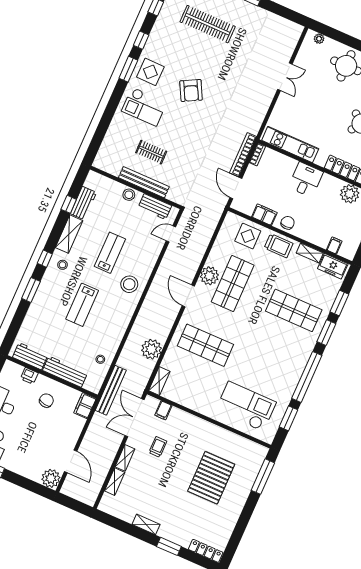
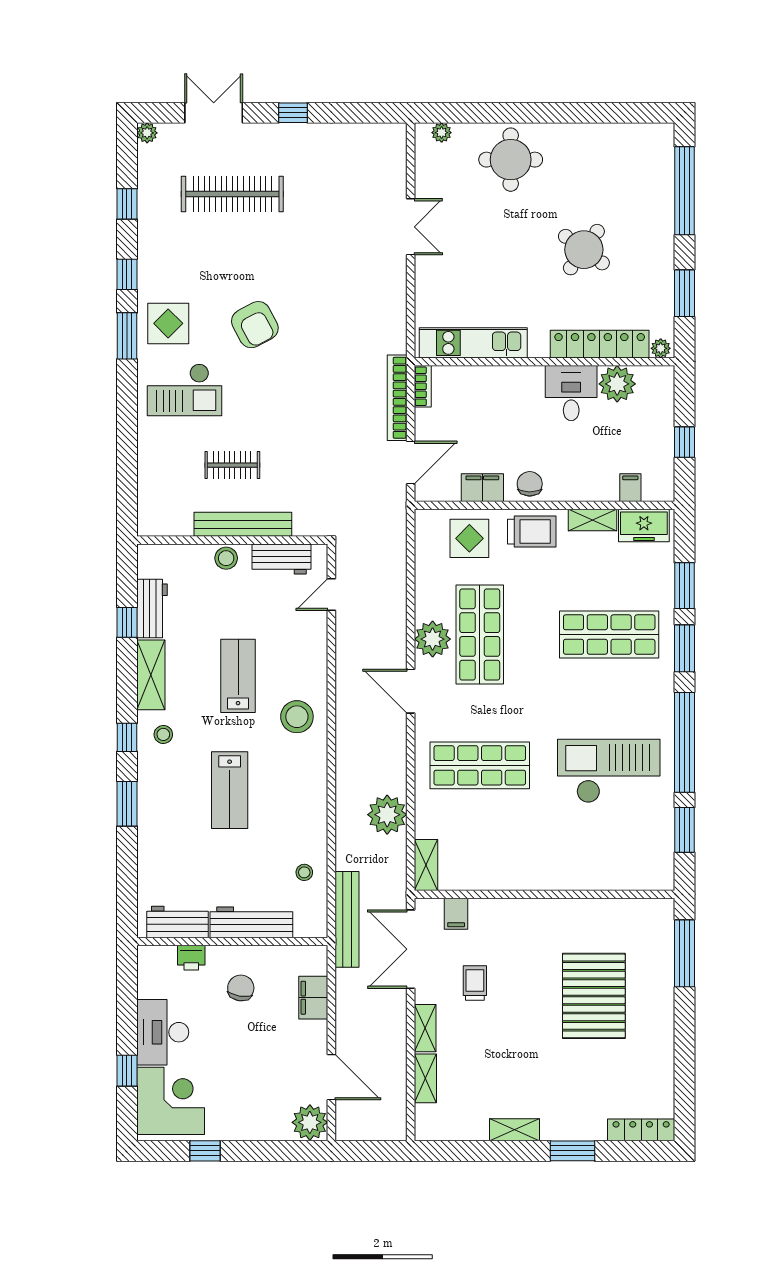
desk: (306, 180) -> (571, 393), moved
door: (236, 188) -> (411, 462), swing flipped
filing cabinet: (85, 406) -> (313, 998), moved
checkout: (246, 406) -> (609, 771), moved

